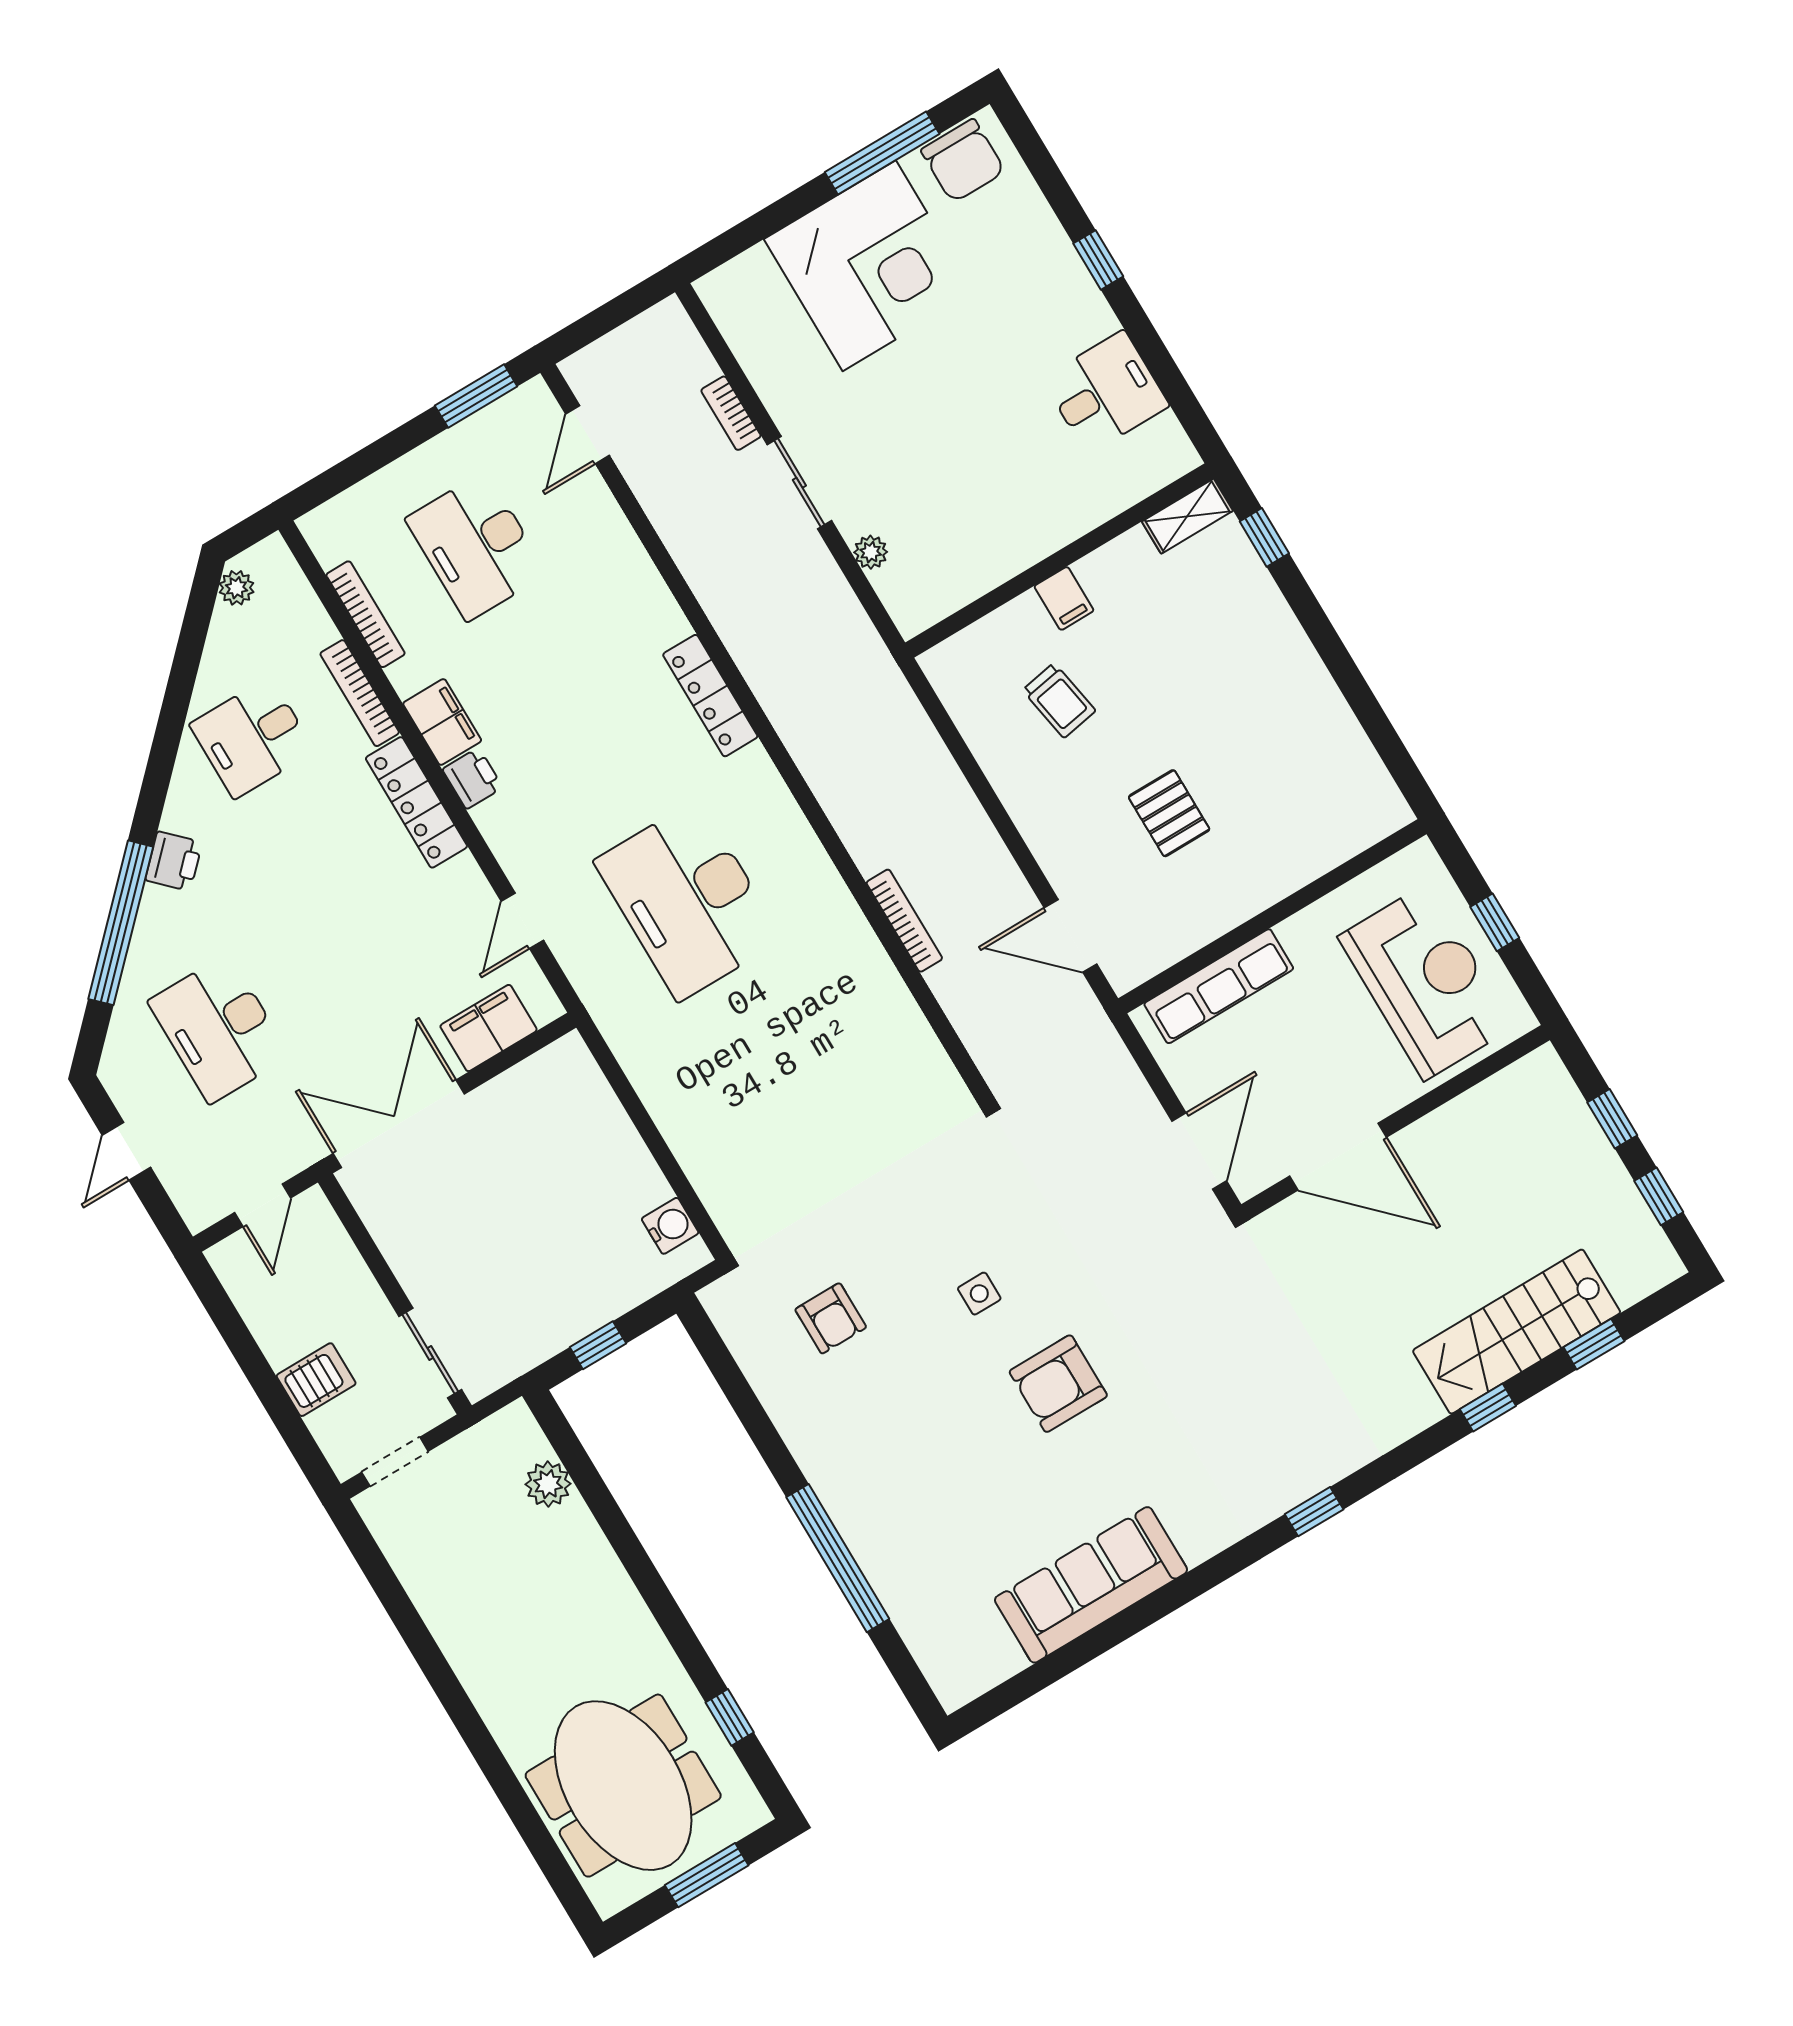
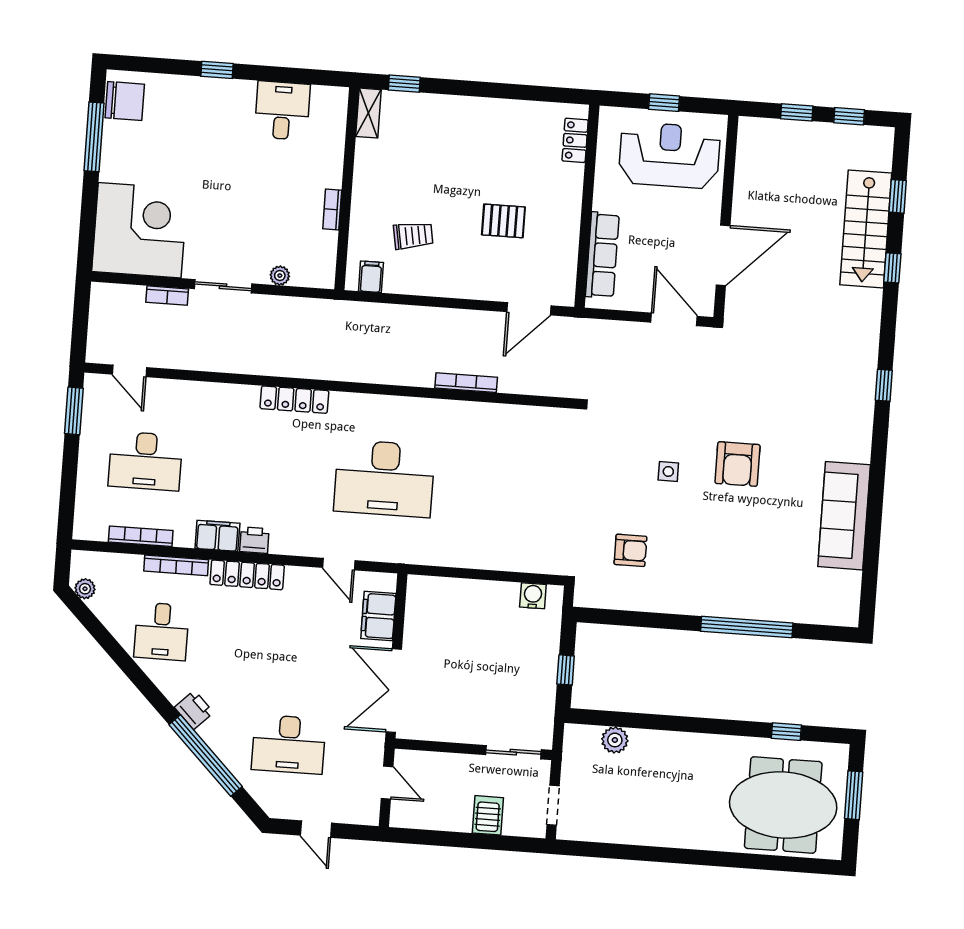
corner desk: (869, 266) -> (140, 230), moved
bookcase: (1016, 561) -> (332, 209), added
filing cabinet: (1064, 598) -> (371, 277), moved, turned -90
locker: (1353, 834) -> (575, 140), added

